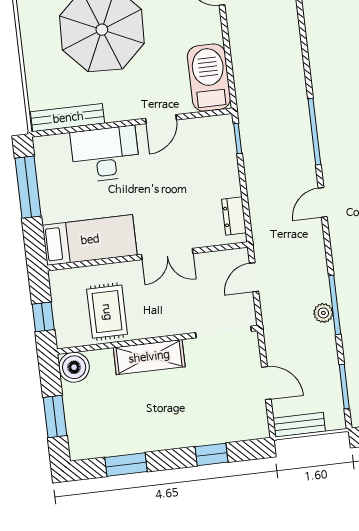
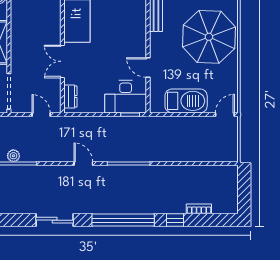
barbecue: (209, 78) -> (186, 101), moved
desk: (105, 154) -> (126, 97), moved, turned 90
dresser: (234, 216) -> (70, 96), moved, turned 90
rug: (107, 312) -> (30, 19), removed

